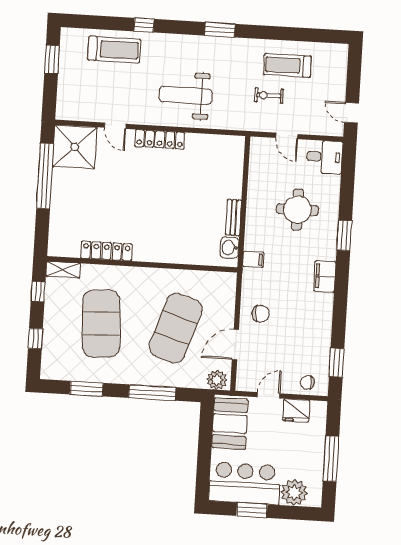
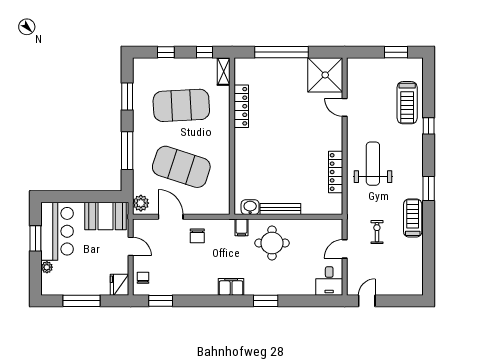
treadmill: (287, 65) -> (413, 218), moved
door: (115, 126) -> (345, 107), hinge flipped
locker: (160, 139) -> (336, 172), moved
window: (45, 176) -> (281, 52), moved
round table: (297, 210) -> (272, 243), moved
bench: (234, 218) -> (280, 209), width x1.36
fridge: (296, 411) -> (119, 285), moved
plant: (294, 493) -> (47, 267), width x0.53, depth x0.53

